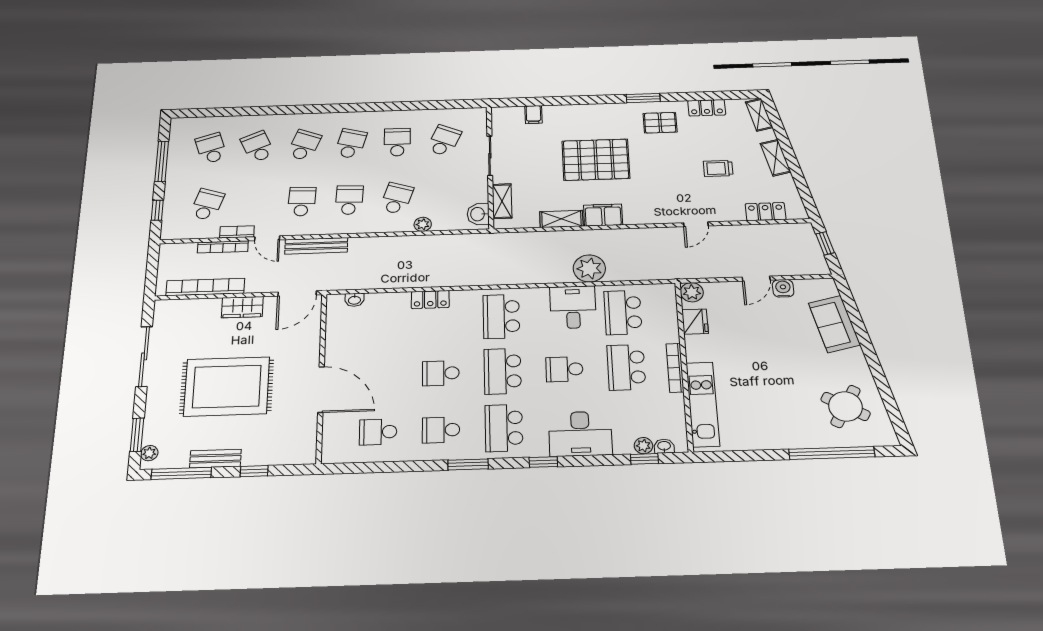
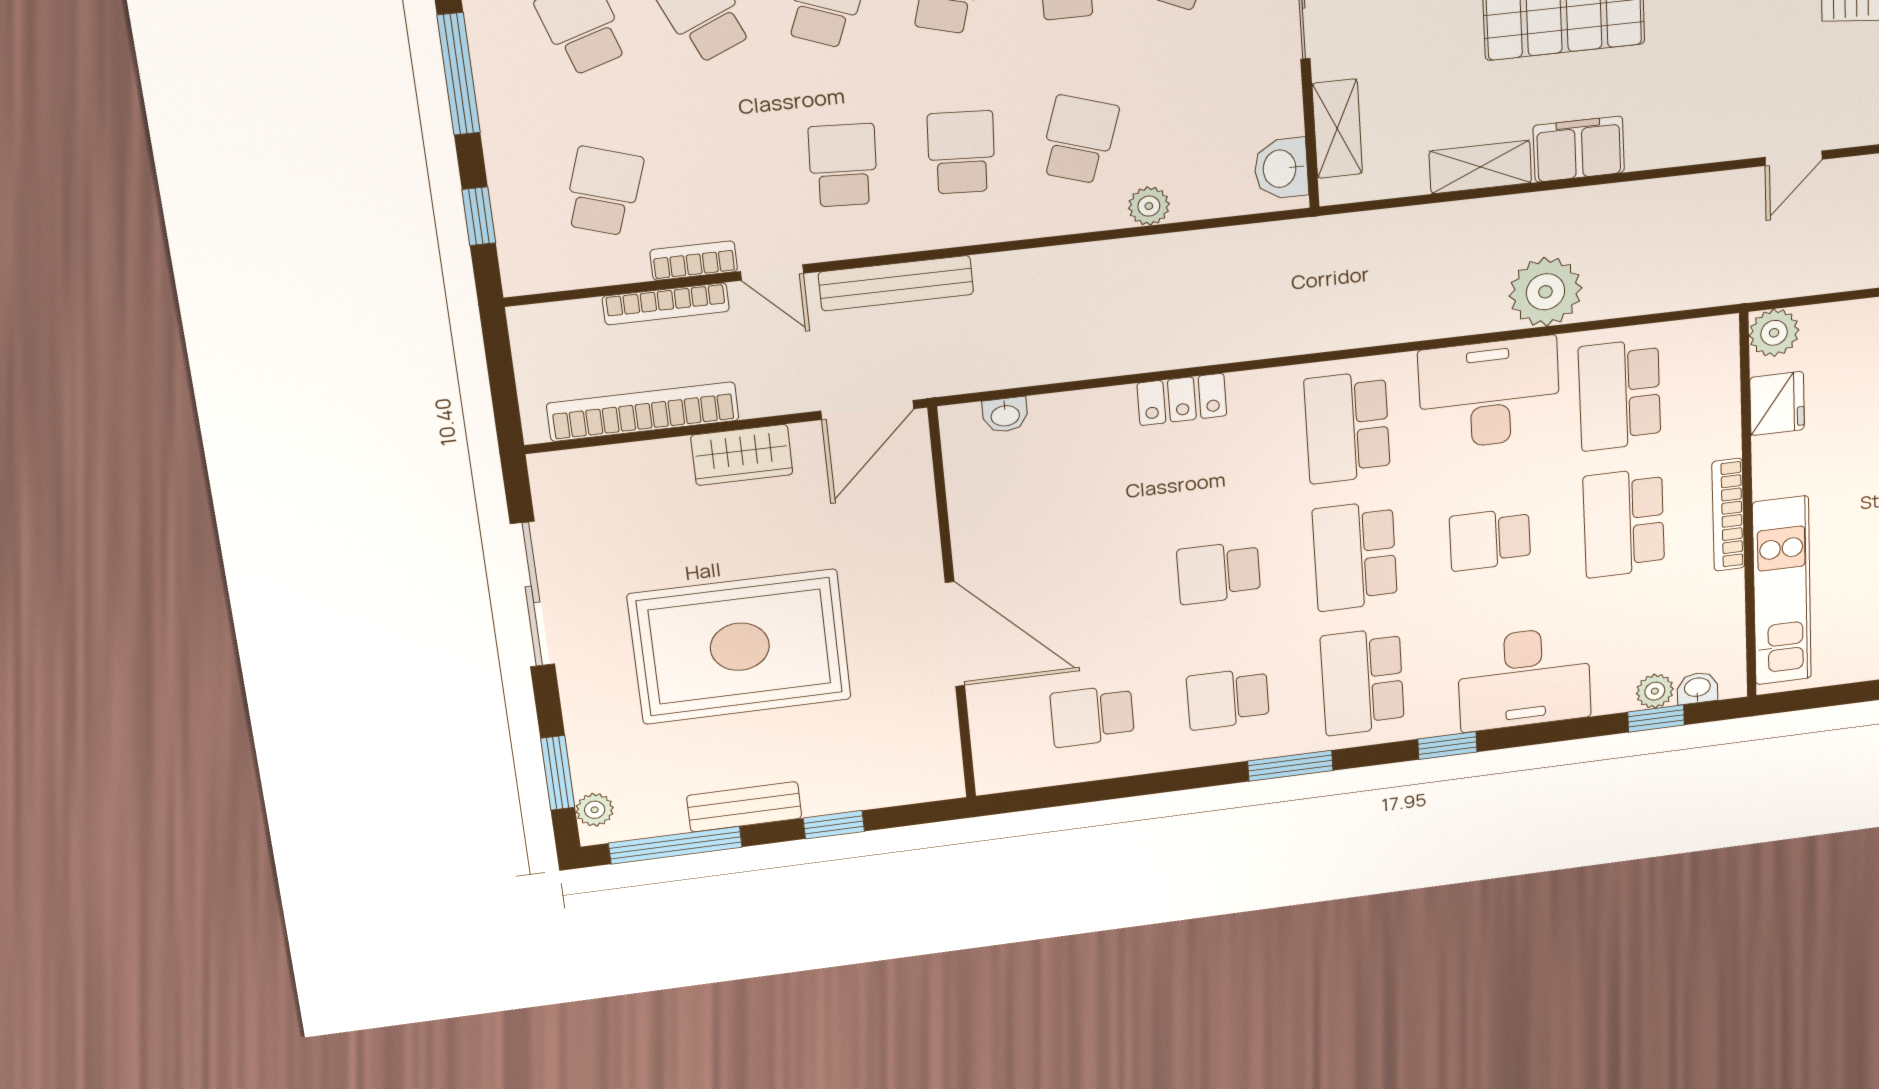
desk: (573, 307) -> (1489, 393), width x1.37

